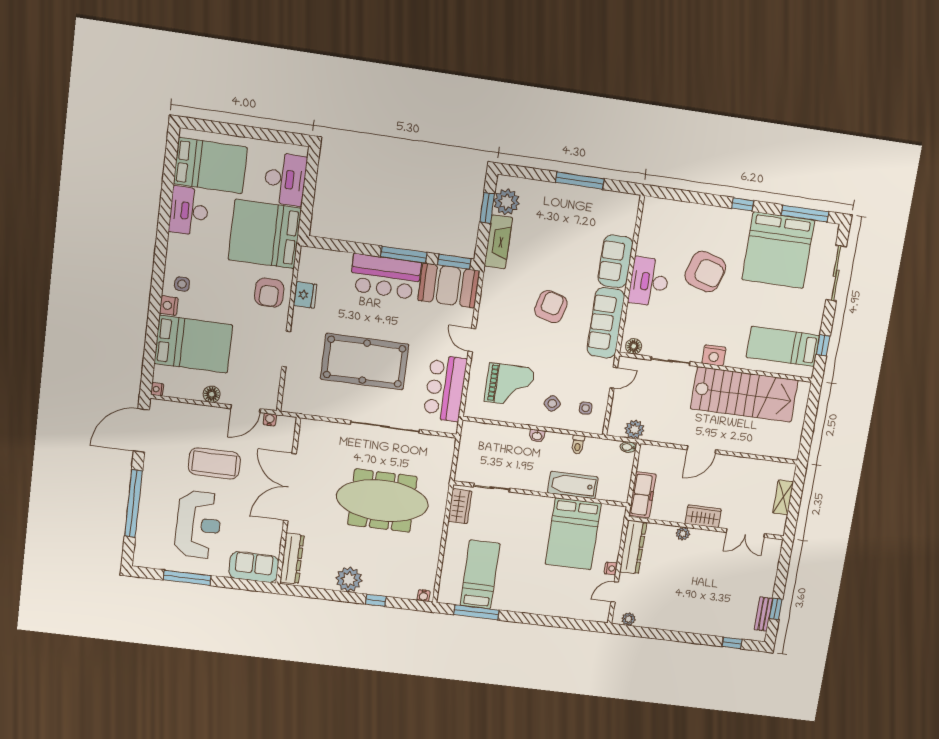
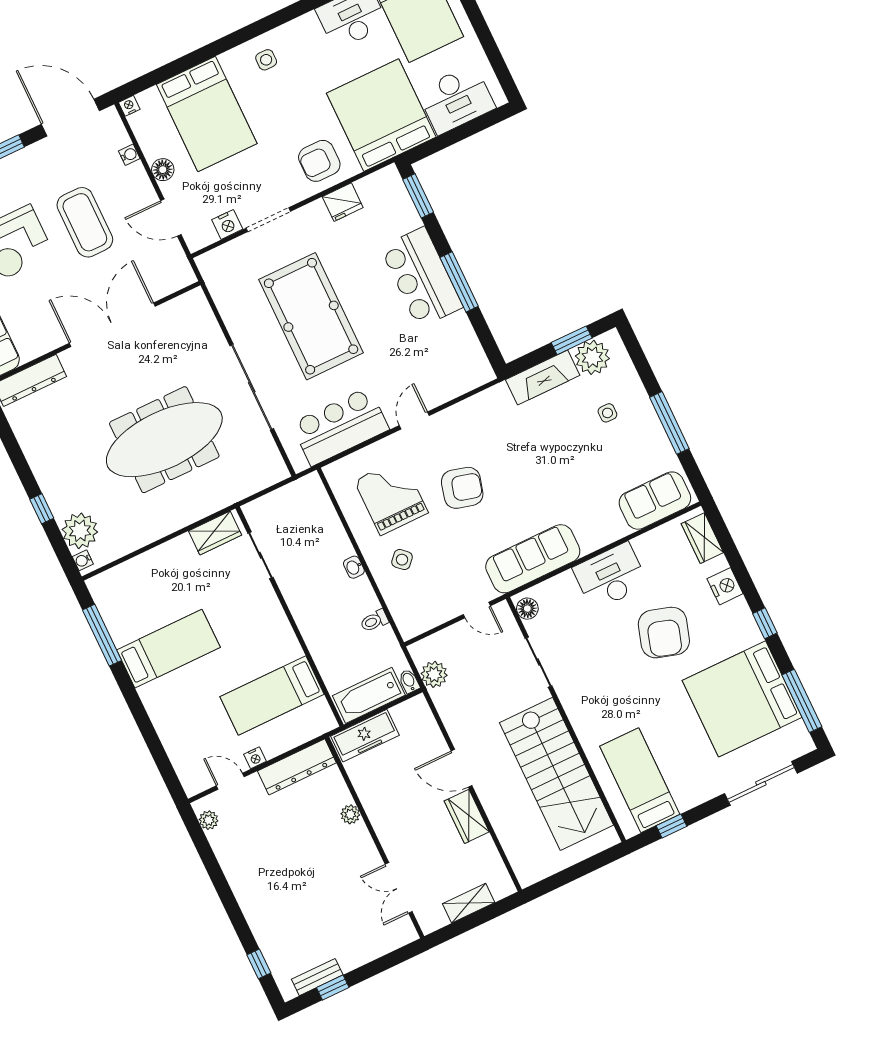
wardrobe: (665, 208) -> (702, 538), added
sofa: (615, 261) -> (655, 501), moved
window: (454, 262) -> (418, 196), moved
booth: (449, 285) -> (458, 354), removed
nightstand: (169, 306) -> (227, 224), moved, turned 180
armchair: (551, 307) -> (462, 488), moved
nightstand: (714, 355) -> (725, 586), moved, turned 180
grand piano: (509, 385) -> (391, 497), turned 180
side table: (586, 408) -> (607, 413), moved
water cooler: (270, 420) -> (129, 155), moved
bathtub: (573, 485) -> (369, 695), moved, turned -90
meeting table: (382, 501) -> (164, 440), turned 90
wardrobe: (703, 516) -> (467, 816), moved, turned 180
bed: (573, 534) -> (272, 695), width x0.67
bed: (480, 574) -> (168, 649), moved
plant: (349, 579) -> (80, 531), moved

